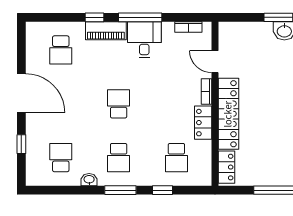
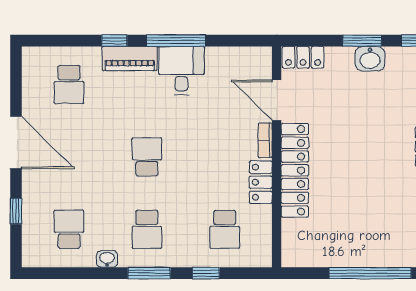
bookcase: (188, 27) -> (241, 54), removed
door: (215, 62) -> (277, 100), width x1.38
locker: (227, 167) -> (303, 57), moved, turned 90

